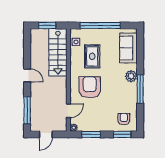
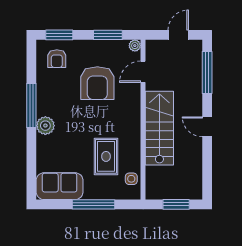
window: (100, 25) -> (94, 204), width x0.68
sofa: (128, 48) -> (60, 186), moved, turned -90
stairs: (58, 52) -> (159, 128), moved
armchair: (90, 87) -> (97, 83), moved

